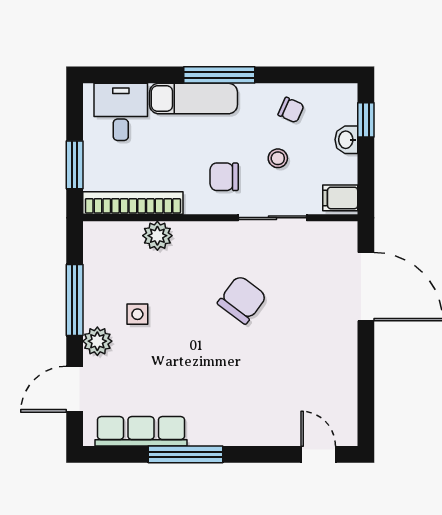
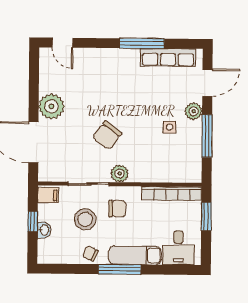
chair: (291, 110) -> (90, 253), moved
window: (366, 120) -> (33, 221), moved
stool: (278, 158) -> (85, 219), width x1.89, depth x1.89
plant: (157, 236) -> (120, 173), moved
plant: (336, 347) -> (51, 106), added

